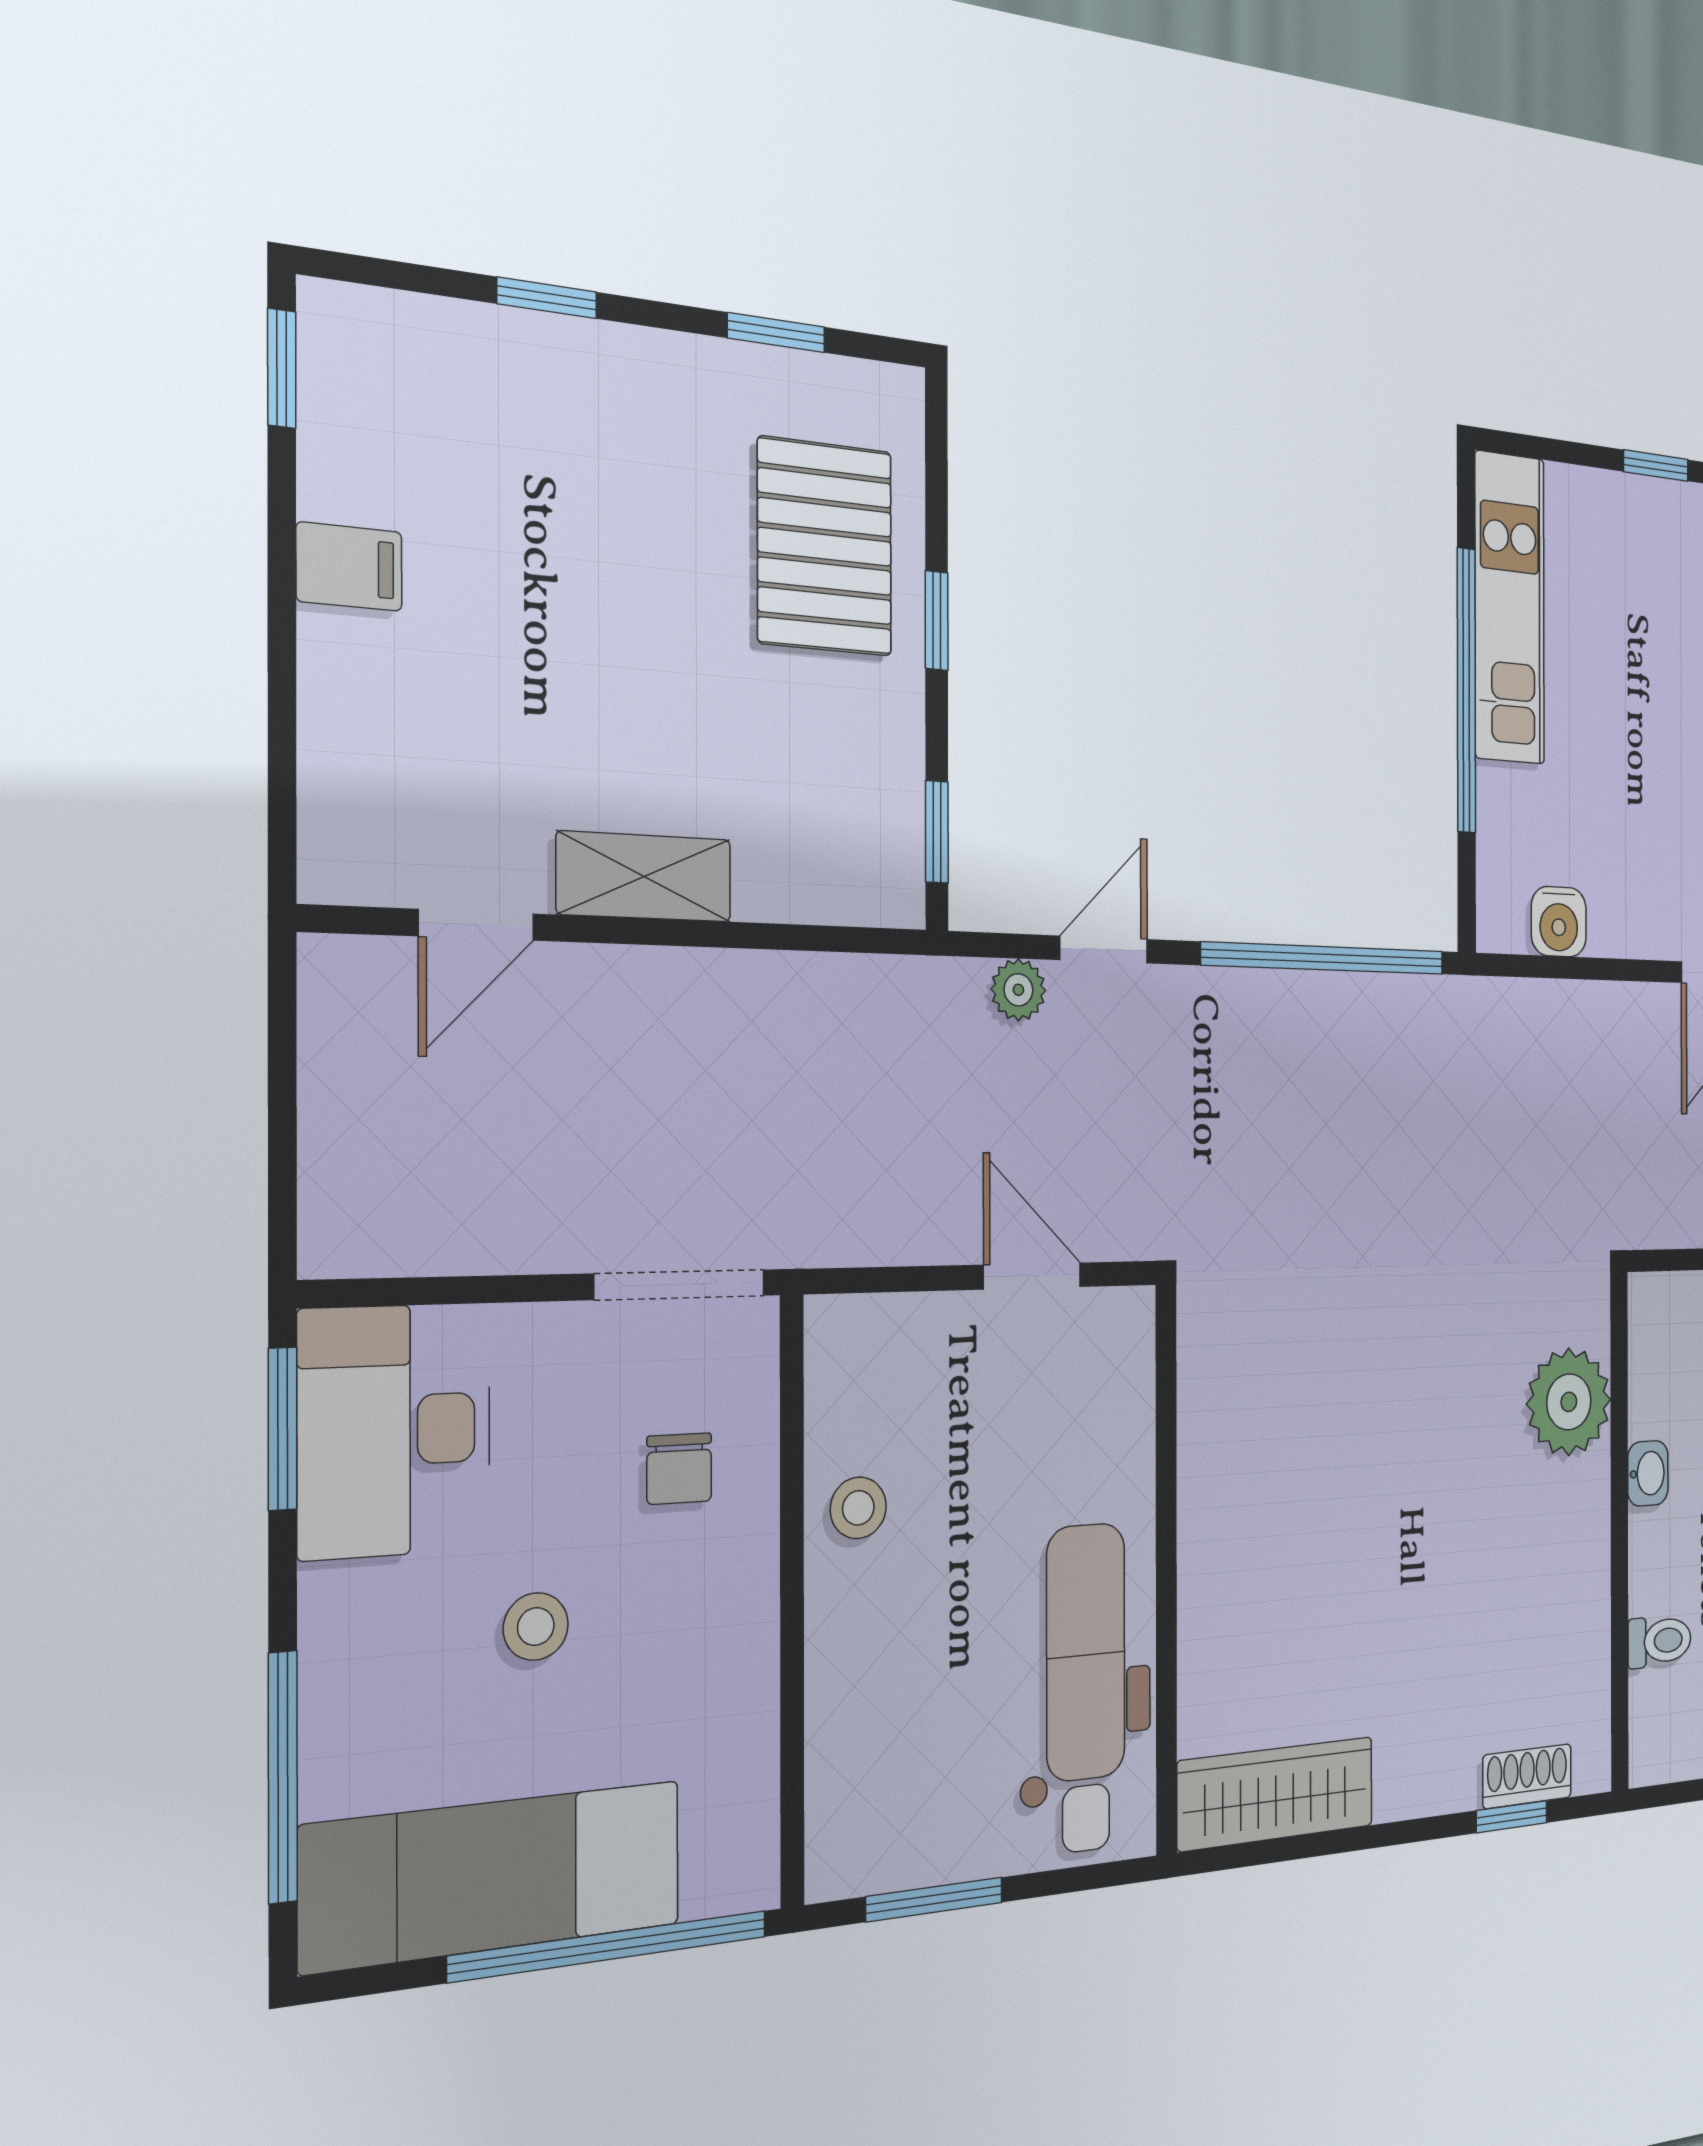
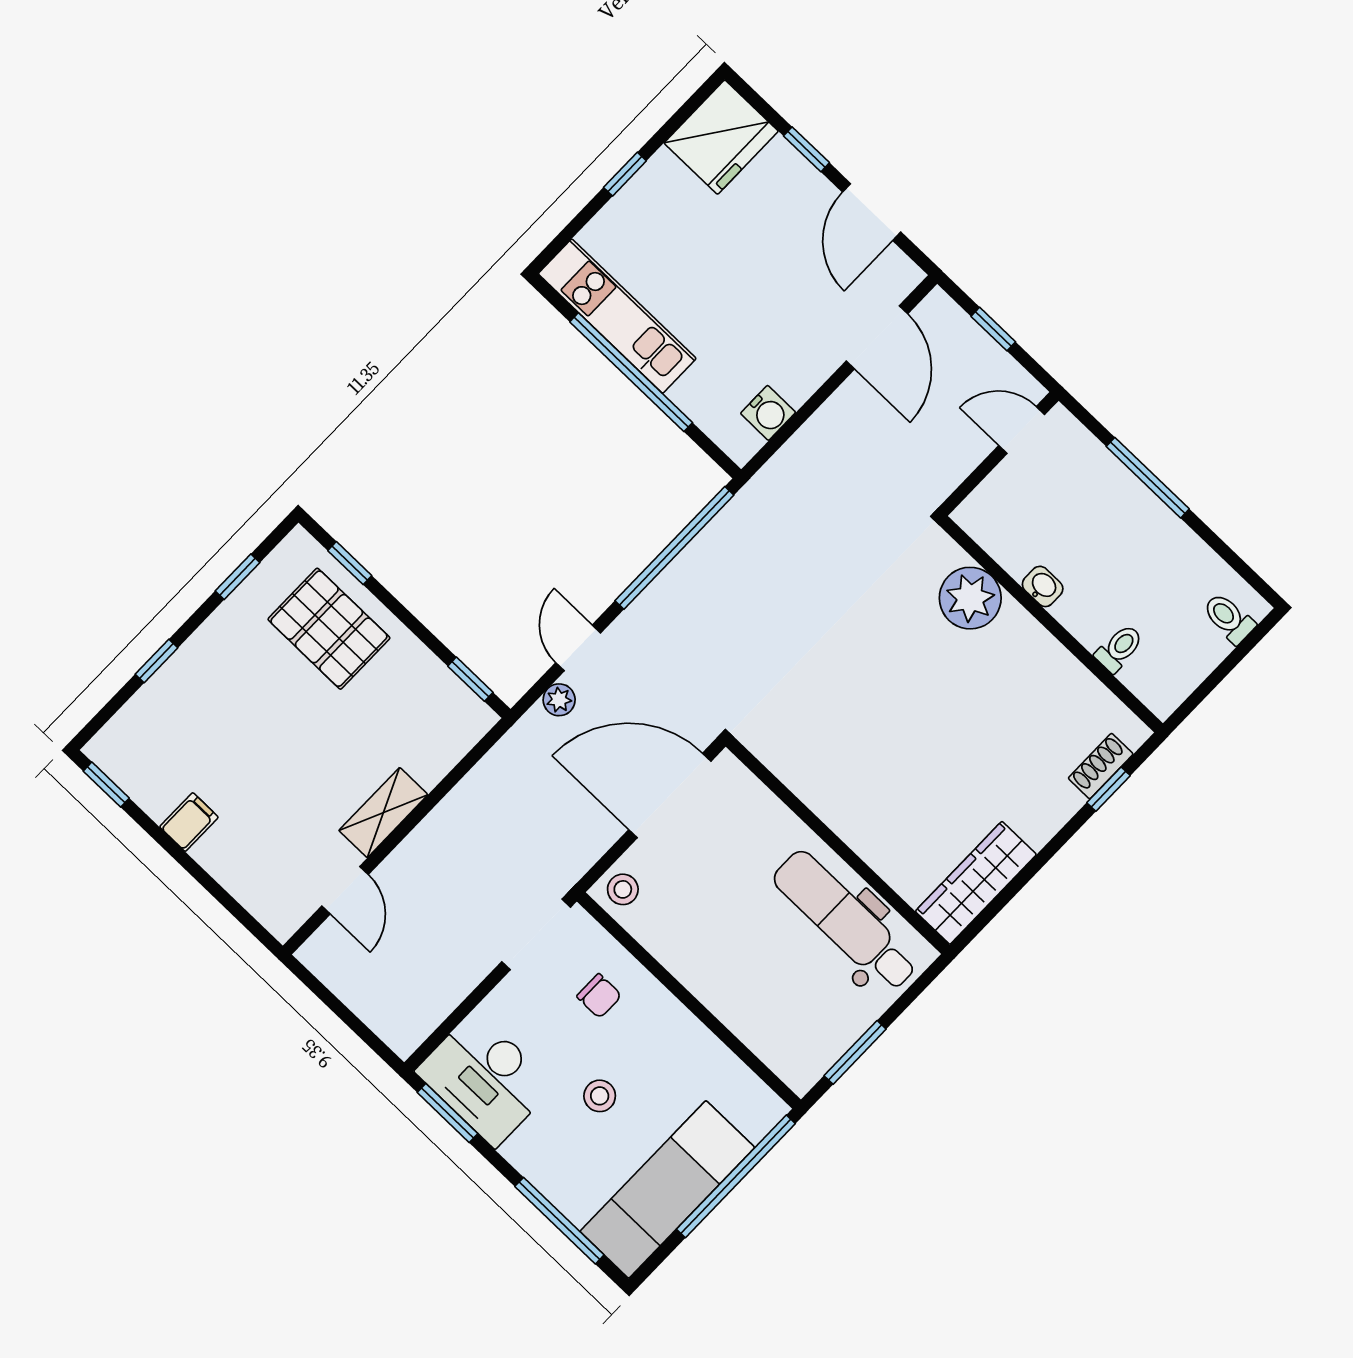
window: (937, 621) -> (350, 563), moved
door: (1032, 1276) -> (670, 795), width x1.87
stool: (858, 1508) -> (623, 889), moved

